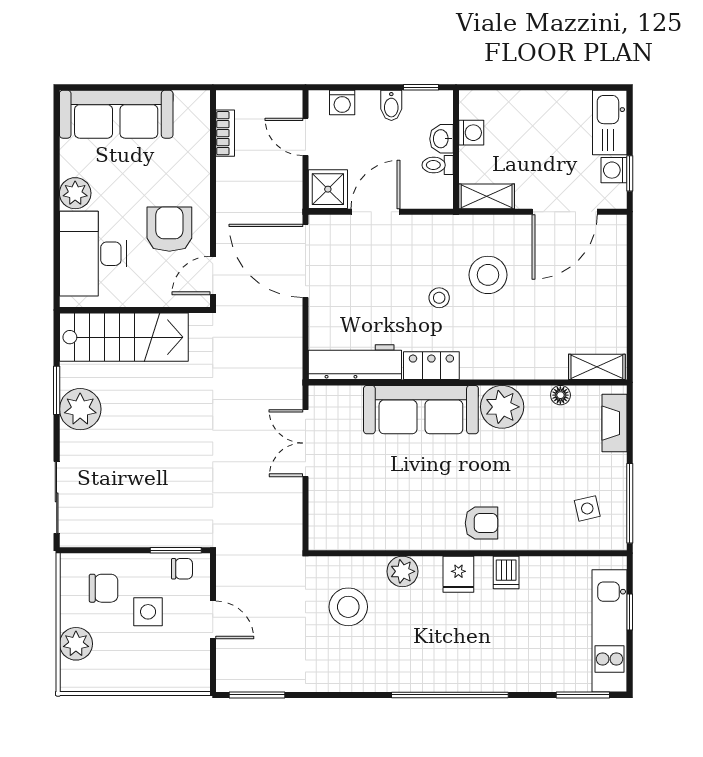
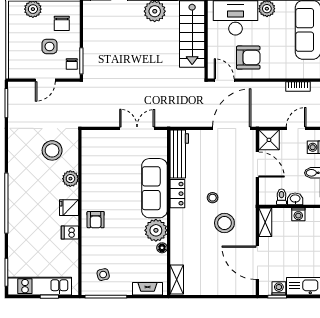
floor lamp: (560, 395) -> (162, 248), moved

